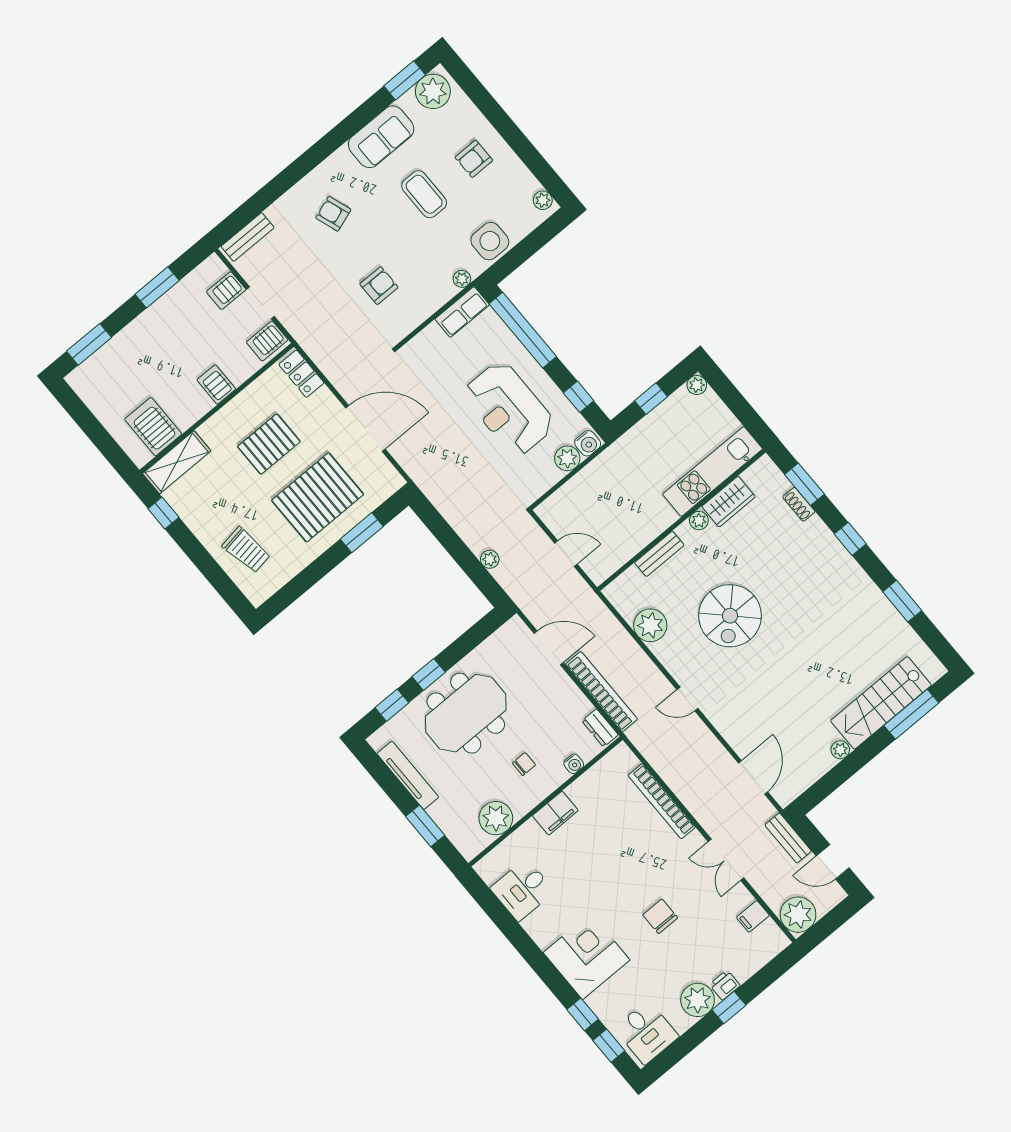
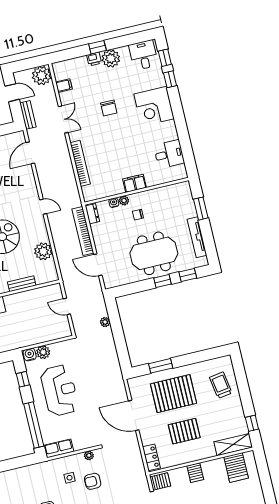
side table: (490, 241) -> (70, 478), moved, width x0.54, depth x0.54
plant: (462, 279) -> (89, 455), moved
plant: (496, 818) -> (124, 201), moved, width x0.53, depth x0.53

